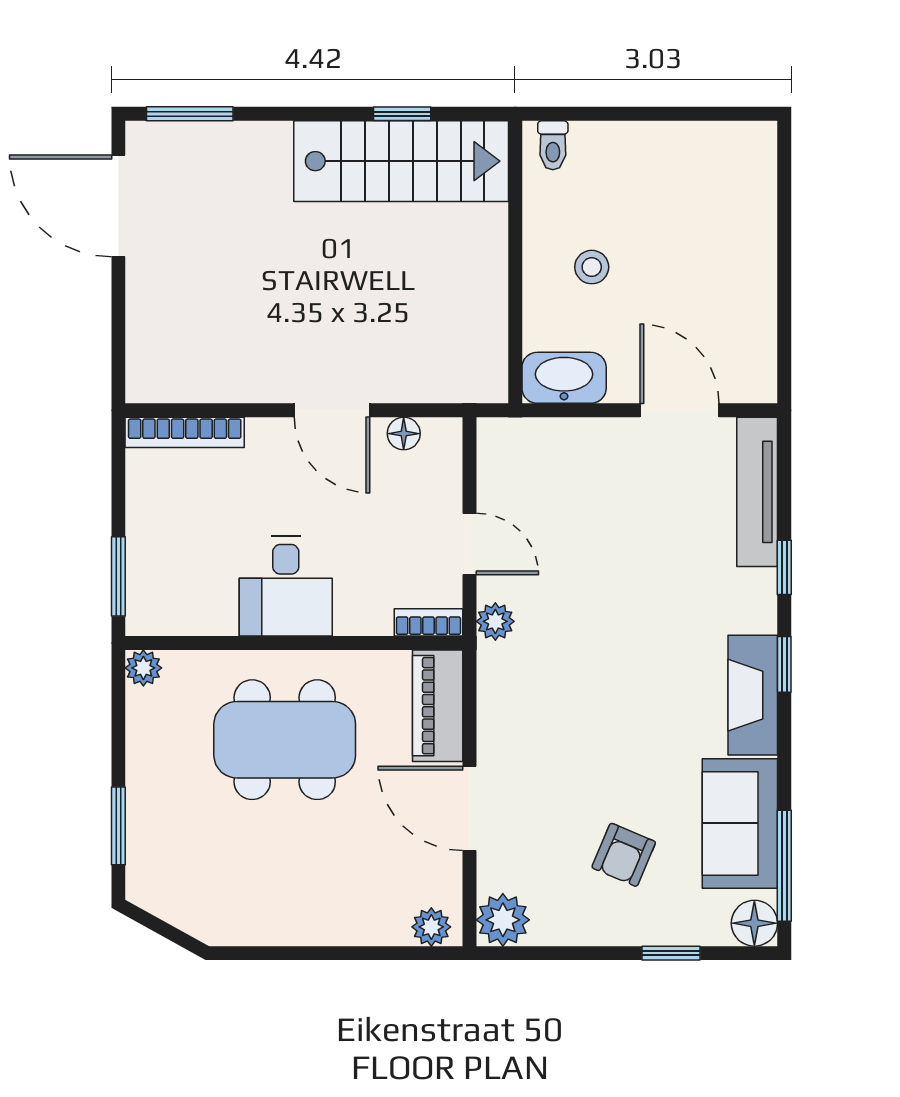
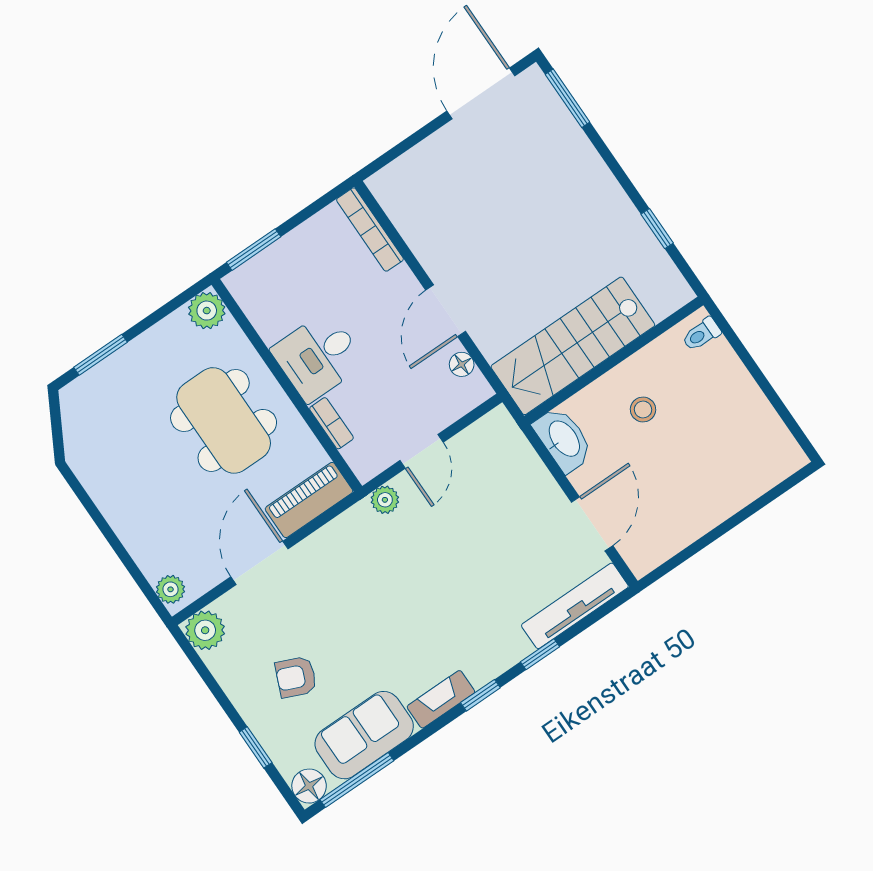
stairs: (401, 161) -> (573, 346), moved, turned 90
bookcase: (428, 622) -> (331, 423), moved
plant: (143, 668) -> (207, 311), width x1.38, depth x1.38
fireplace: (753, 695) -> (441, 699), width x0.73, depth x0.76

